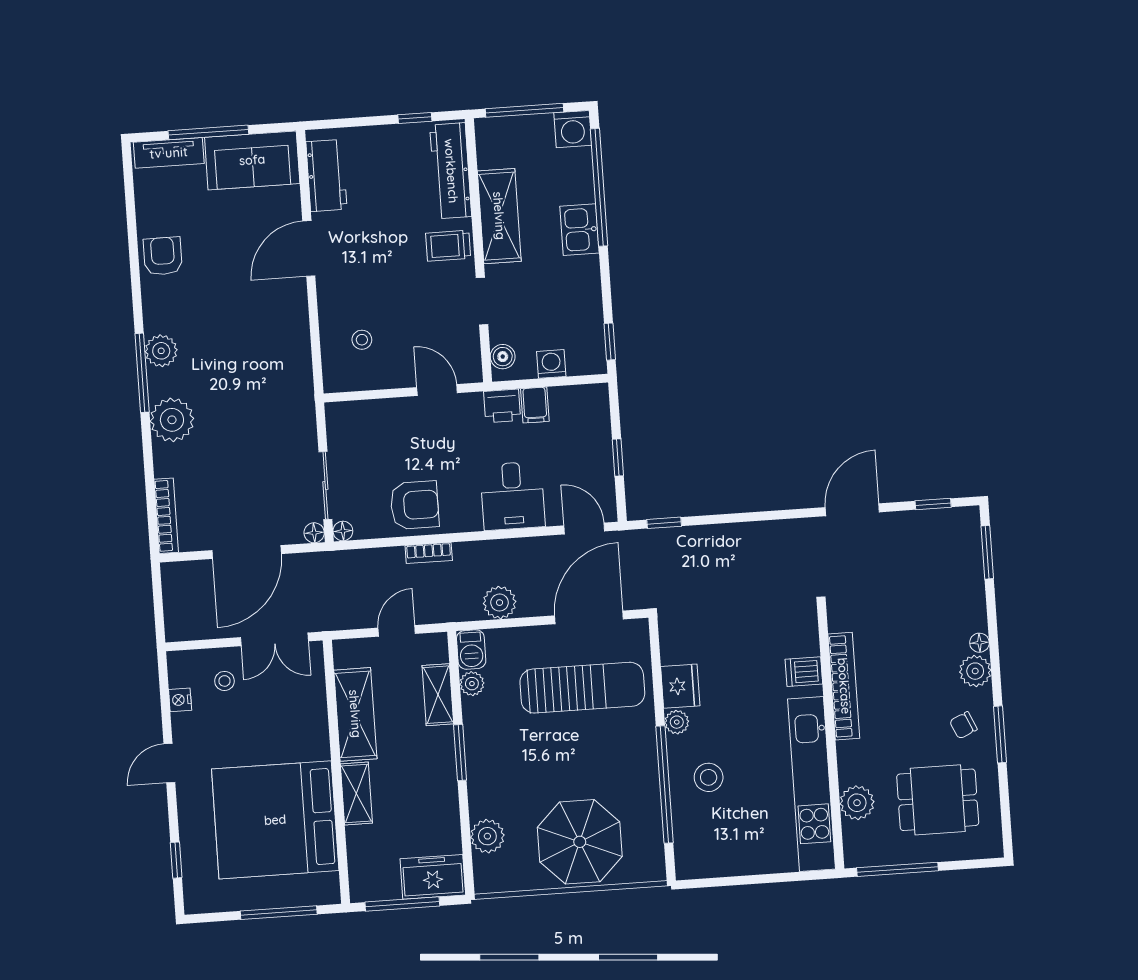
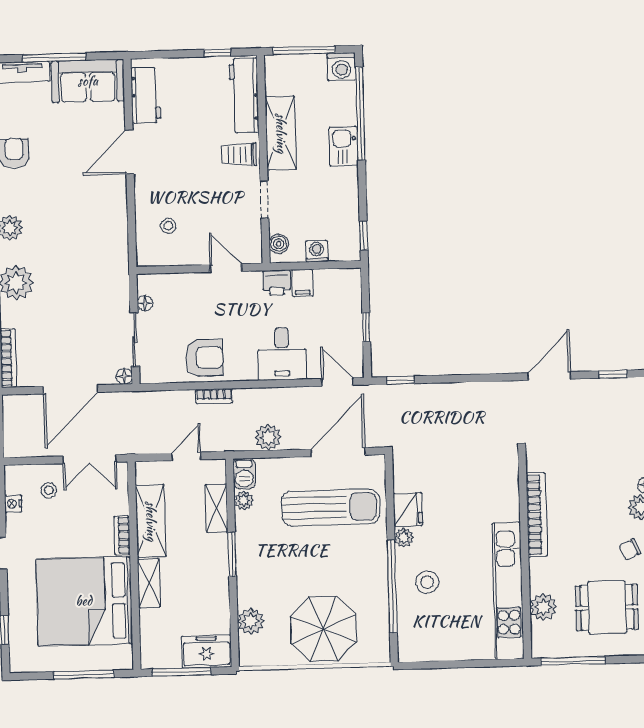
floor lamp: (343, 531) -> (145, 303), moved
dishwasher: (804, 672) -> (506, 502), removed
bookcase: (320, 734) -> (122, 535), added

